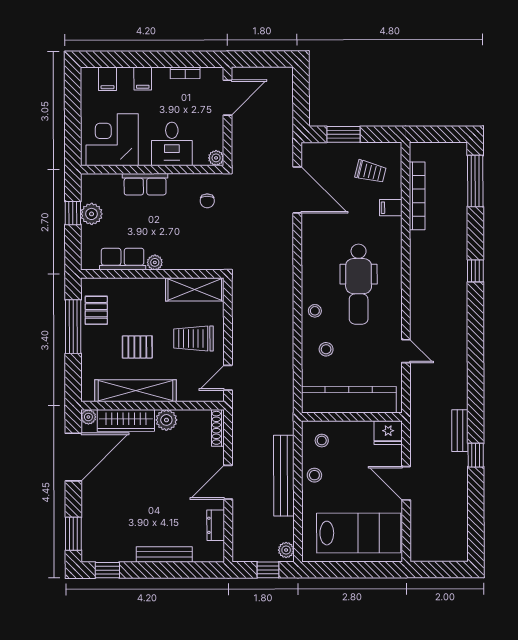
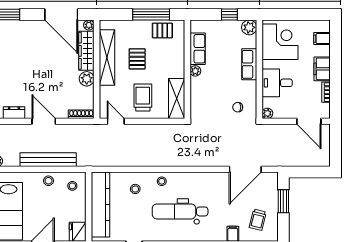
filing cabinet: (143, 79) -> (322, 69), width x2.00
plant: (92, 214) -> (249, 27), moved

